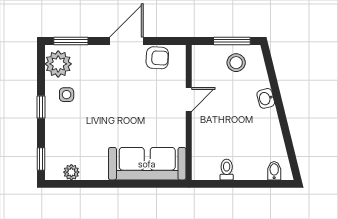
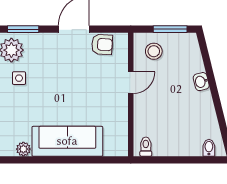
stool: (236, 63) -> (154, 51), moved
sofa: (147, 164) -> (67, 141), moved
toilet: (227, 170) -> (146, 147), moved

